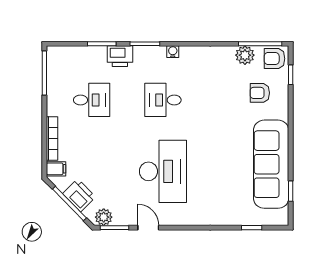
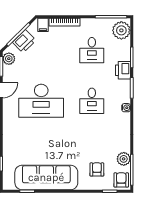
plant: (64, 58) -> (121, 30), added
desk: (163, 100) -> (92, 101), turned 180

